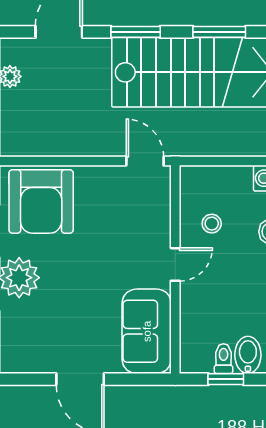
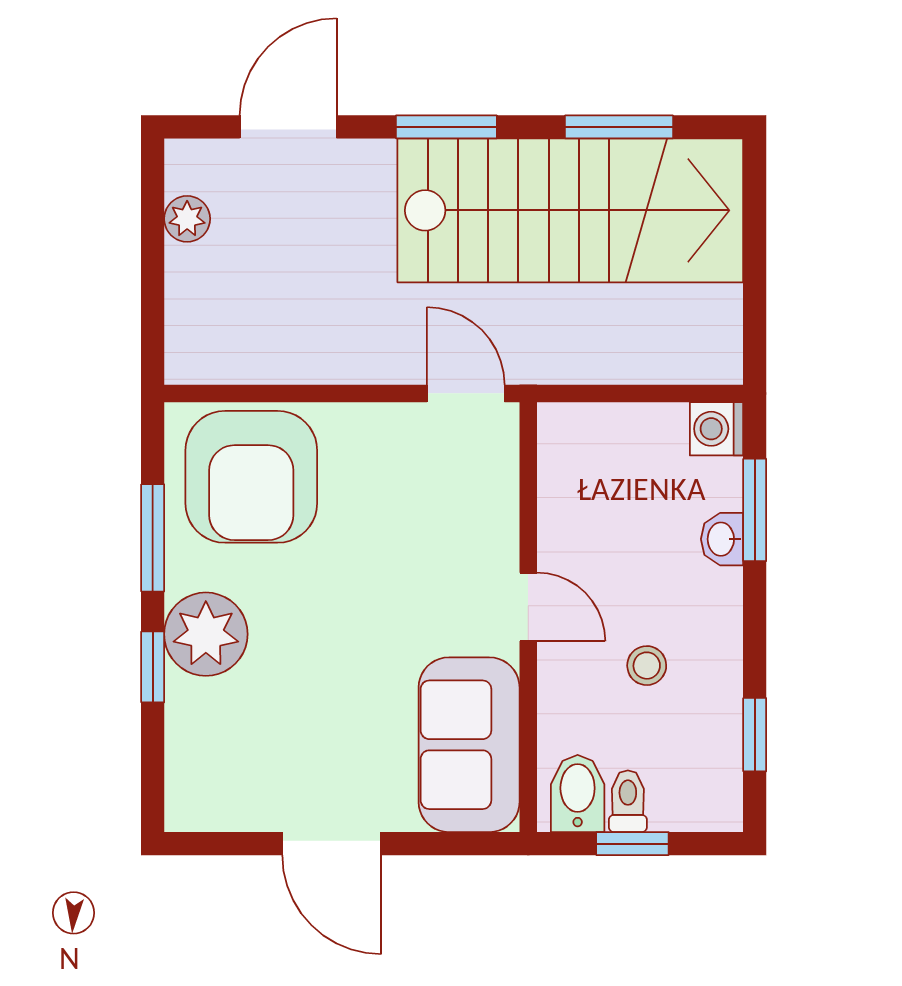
stool: (212, 224) -> (647, 666), moved
door: (175, 264) -> (528, 607), hinge flipped
bidet: (248, 355) -> (578, 793), moved

